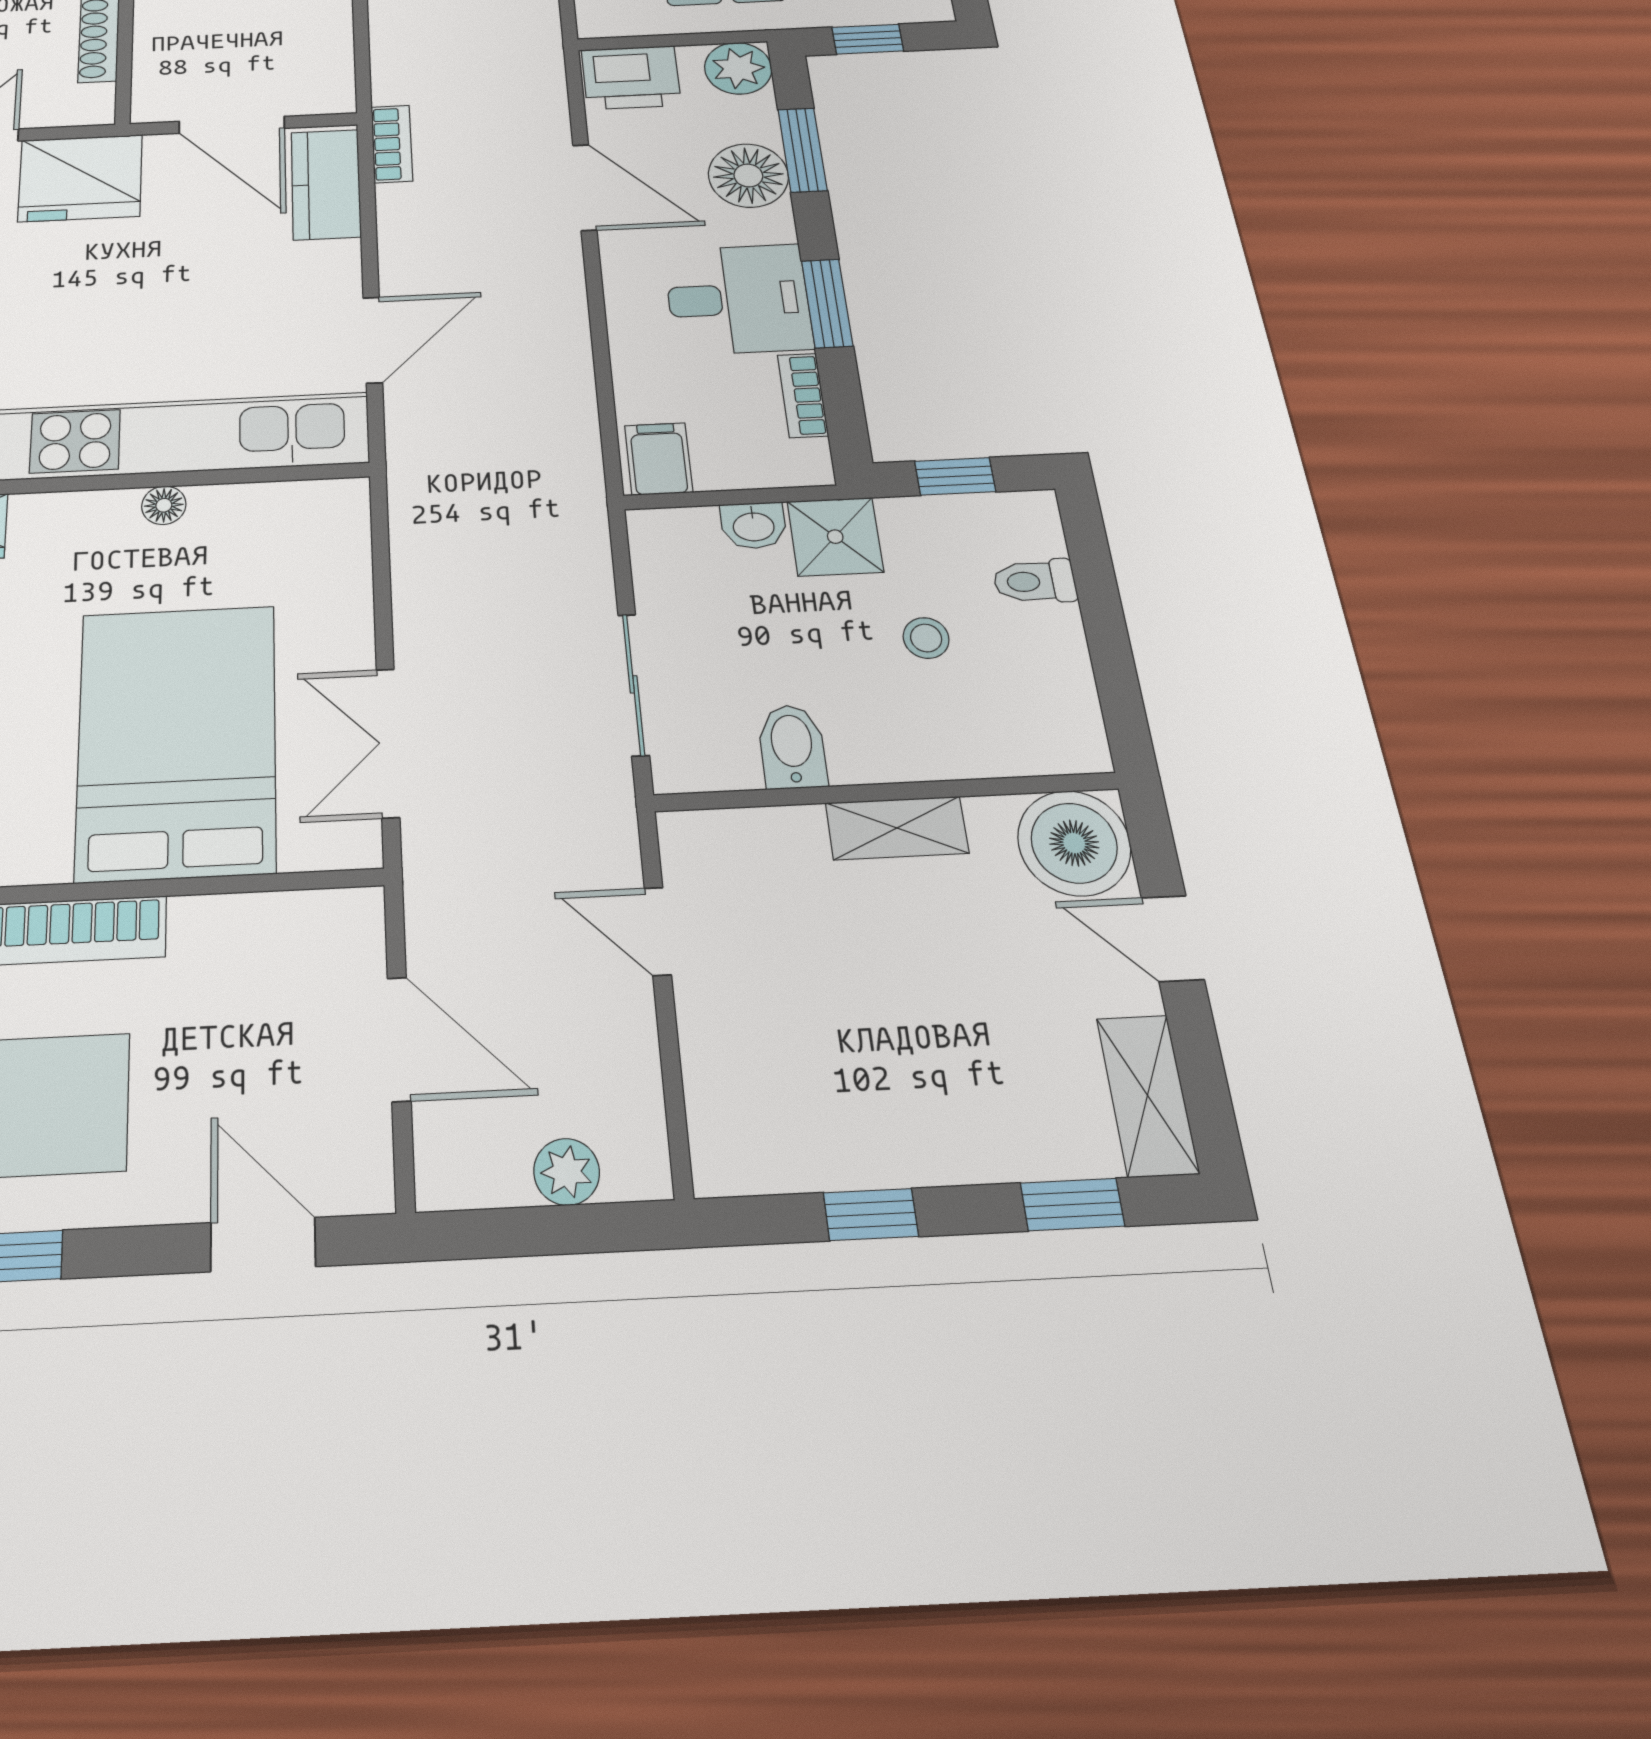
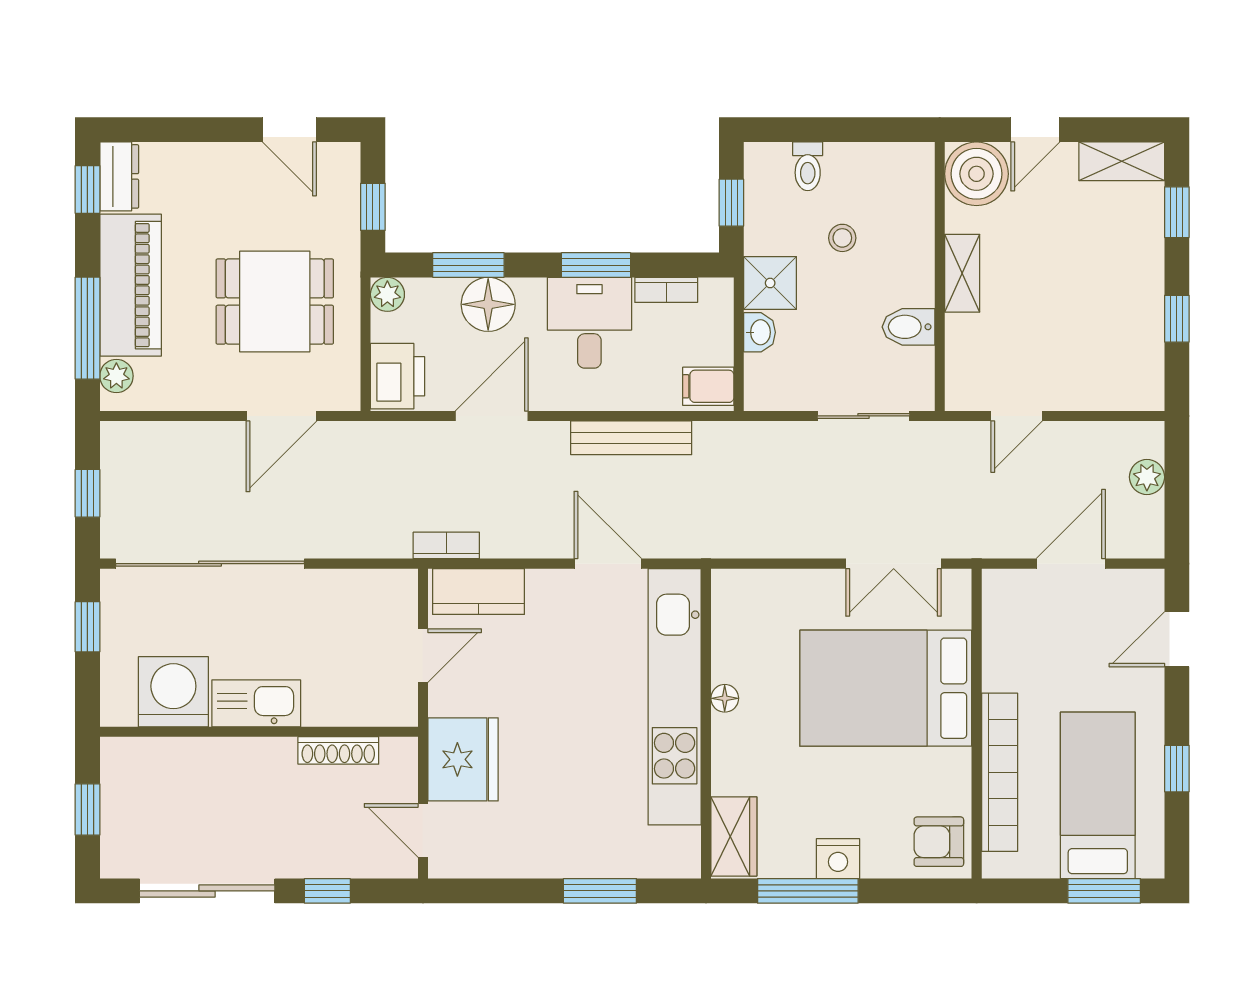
plant: (738, 68) -> (387, 294), width x0.73, depth x0.73
door: (232, 125) -> (423, 656), width x0.73
bench: (568, 361) -> (631, 438), added

